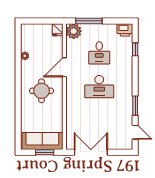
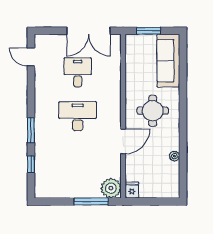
printer: (125, 30) -> (44, 190), removed
desk: (99, 53) -> (78, 72), moved
window: (135, 106) -> (31, 130), moved
sofa: (42, 141) -> (168, 61), moved, turned 90

